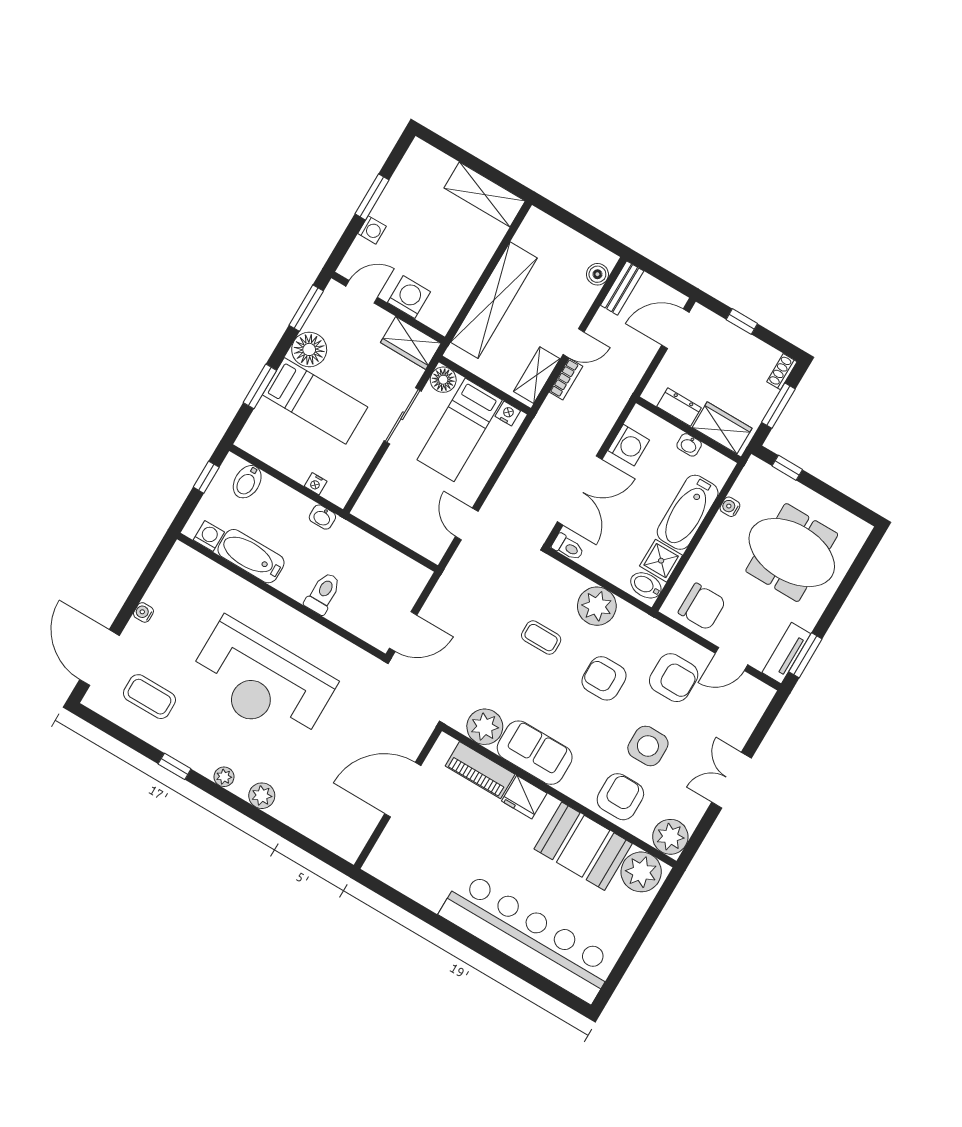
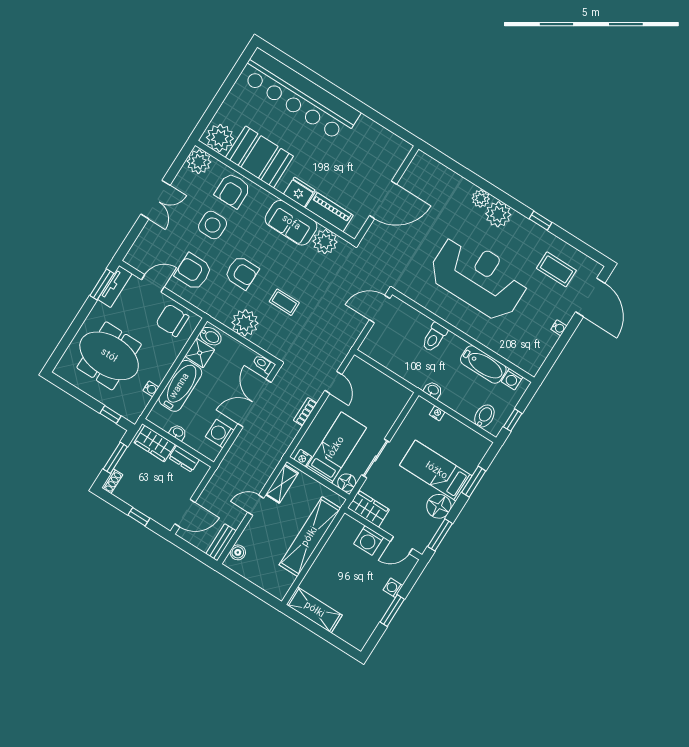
bookcase: (566, 379) -> (305, 412), moved
plant: (224, 777) -> (498, 214), width x1.88, depth x1.88

